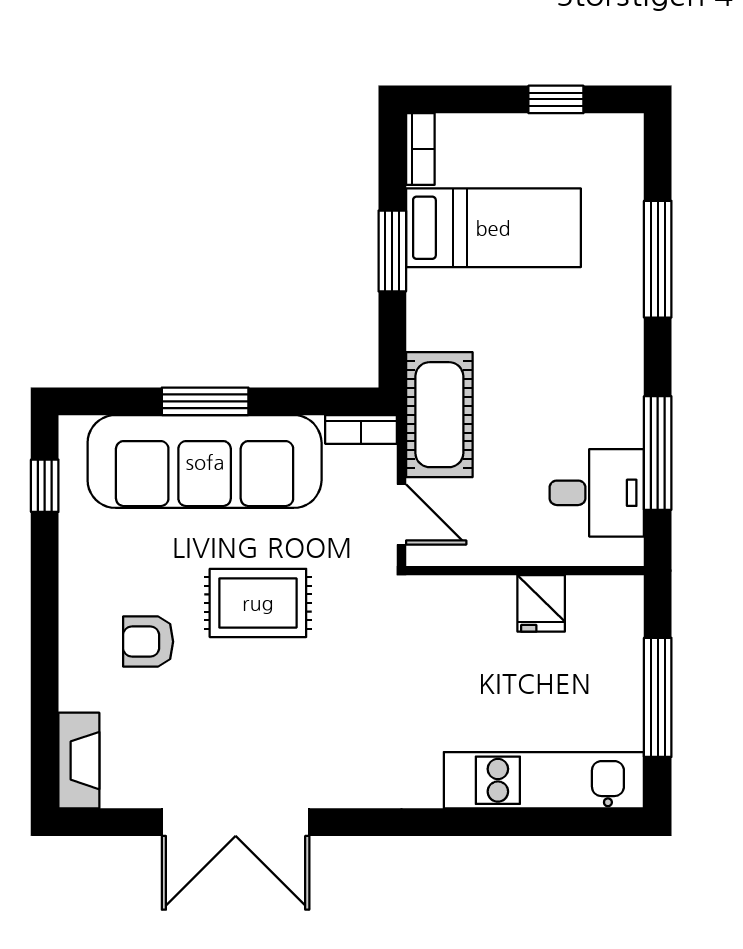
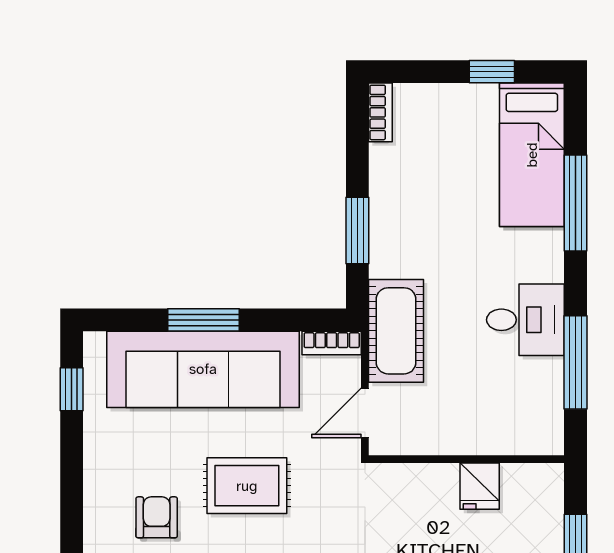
bed: (493, 228) -> (532, 155), moved, turned 90
window: (392, 251) -> (357, 231), moved
desk: (597, 493) -> (525, 320), moved
door: (401, 514) -> (365, 413), swing flipped
armchair: (148, 642) -> (157, 517), turned 90

